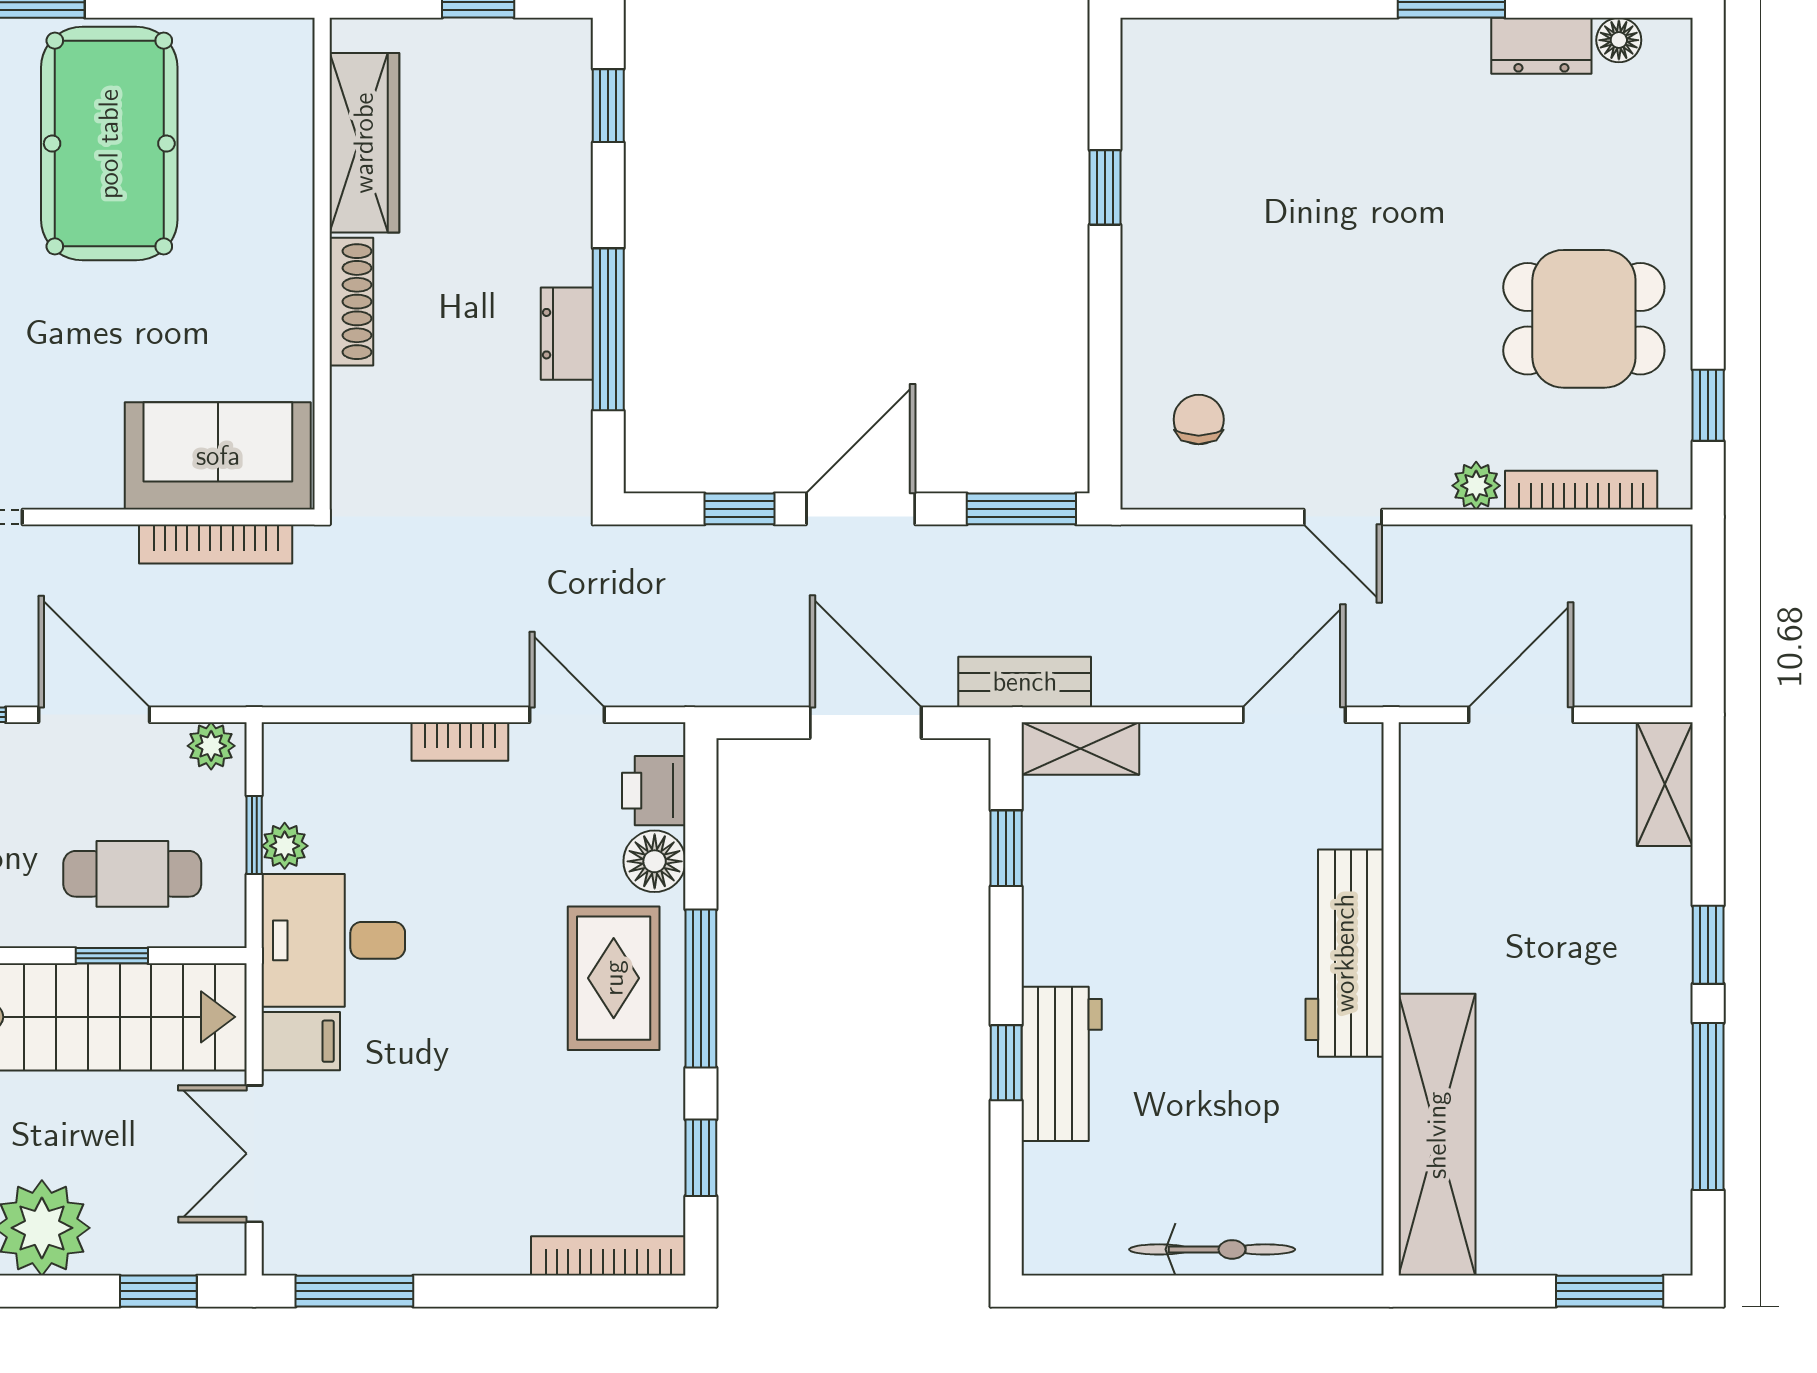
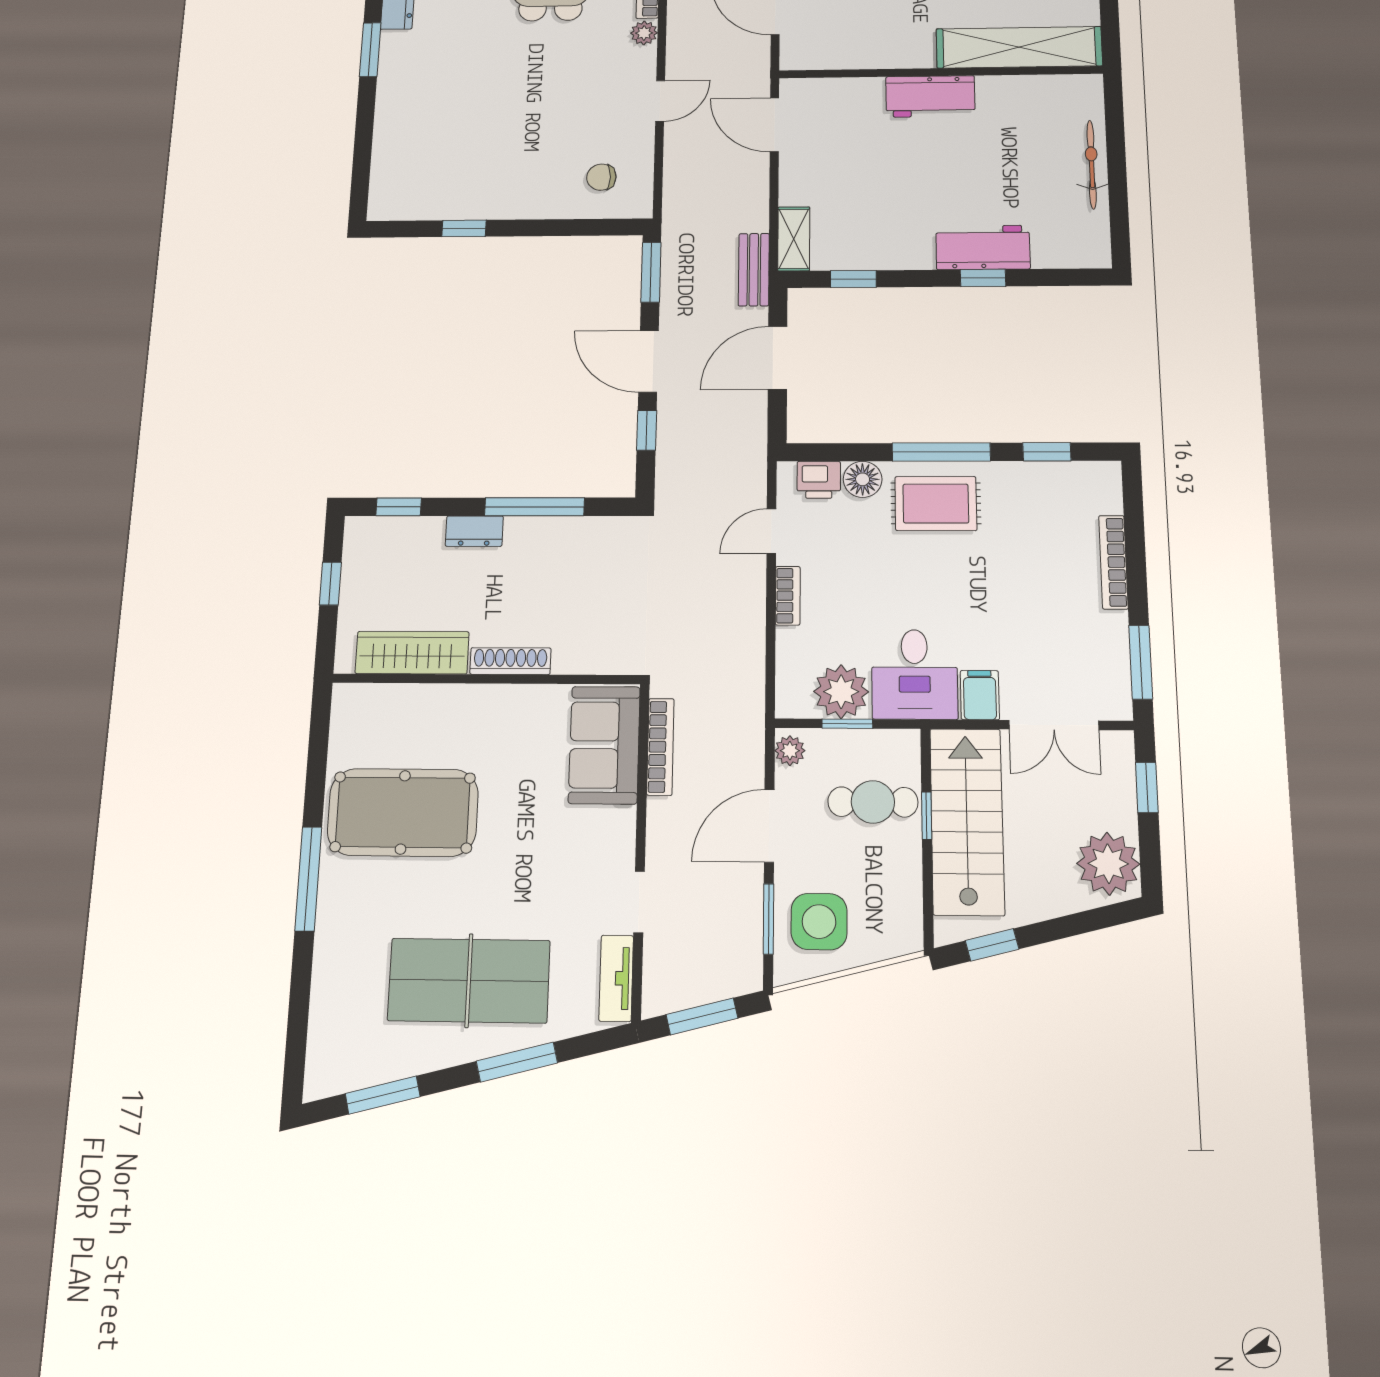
dresser: (567, 334) -> (474, 531), moved
plant: (285, 846) -> (841, 692), width x1.87, depth x1.87
cafe table: (132, 874) -> (873, 802), turned 90
workbench: (1345, 953) -> (930, 96), width x0.73
bookcase: (608, 1256) -> (1113, 562), moved

